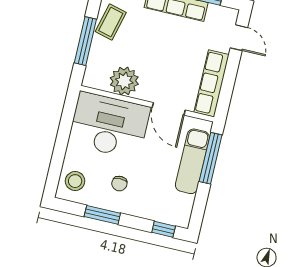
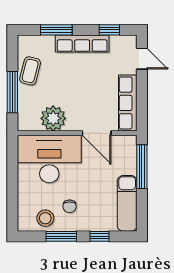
exam couch: (192, 161) -> (127, 203), moved
stool: (75, 181) -> (45, 218), moved
window: (164, 229) -> (99, 236), moved

